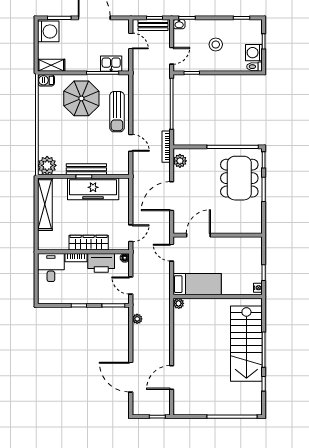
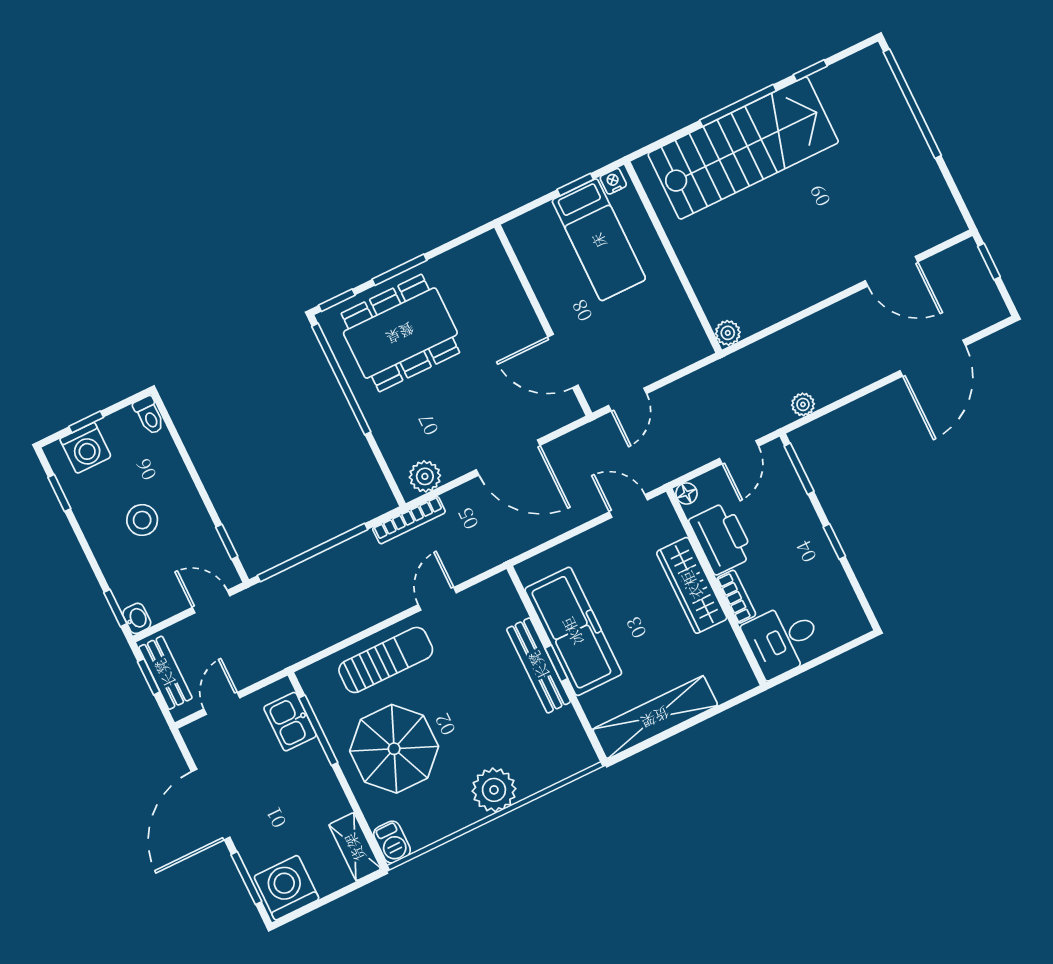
washing machine: (254, 53) -> (85, 448), moved
plant: (47, 165) -> (494, 790), moved
bed: (197, 284) -> (599, 240), moved, turned 180

